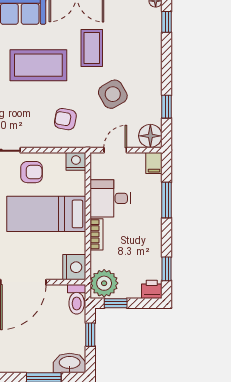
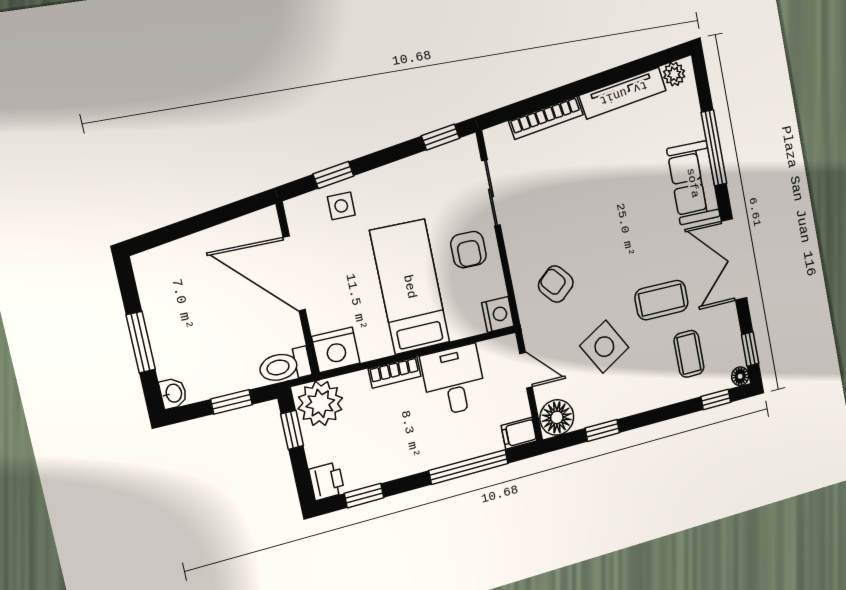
coffee table: (38, 65) -> (689, 354), moved, width x0.54, depth x0.58
armchair: (65, 119) -> (556, 284), turned -51
window: (167, 200) -> (469, 467), width x1.44
washbasin: (70, 363) -> (173, 393), width x0.52, depth x0.69

